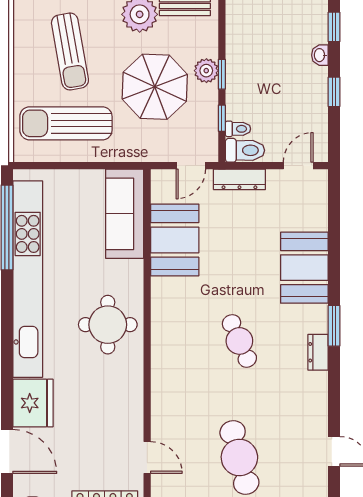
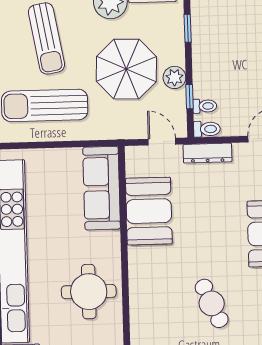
plant: (206, 71) -> (174, 77), moved
window: (222, 74) -> (188, 28), moved
toilet: (245, 150) -> (207, 129), width x0.73, depth x0.72
door: (191, 166) -> (162, 142), swing flipped

